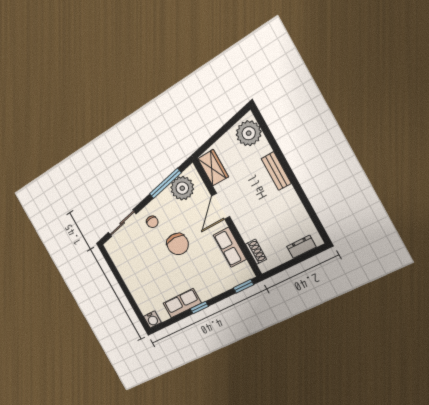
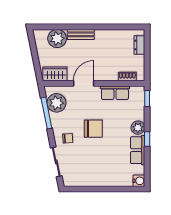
plant: (249, 133) -> (57, 38), moved
door: (221, 206) -> (84, 83), swing flipped
plant: (206, 292) -> (138, 128), added

